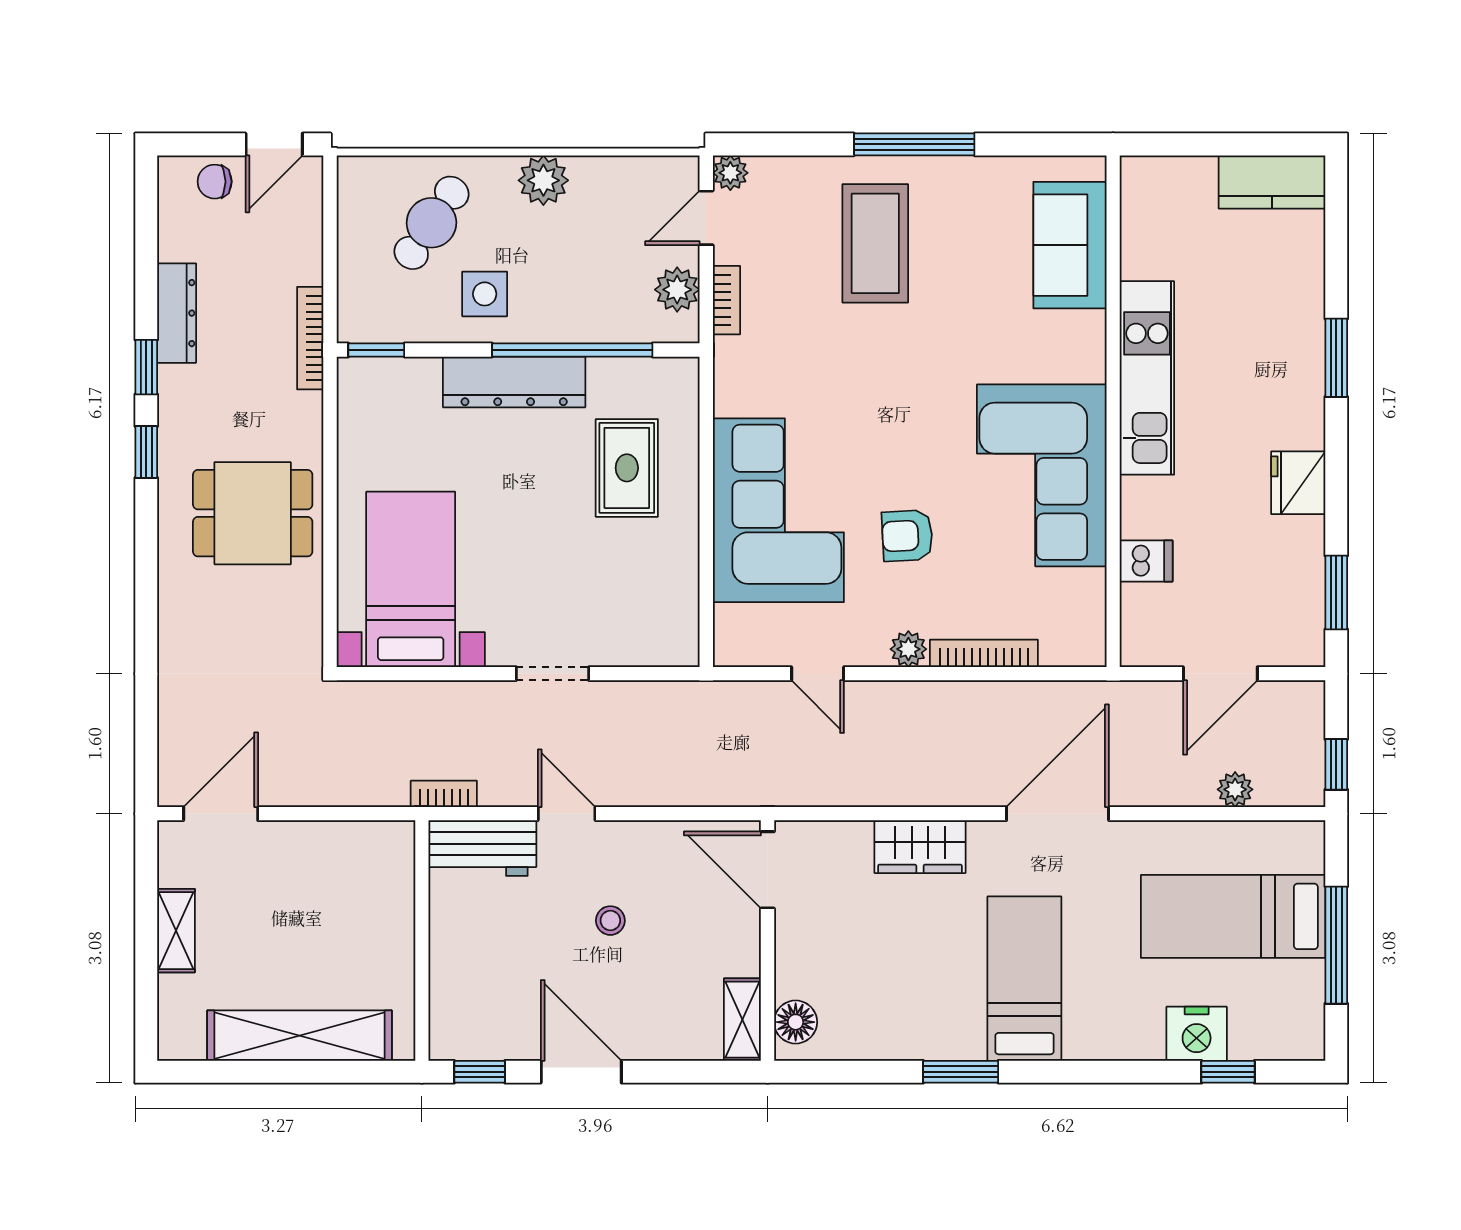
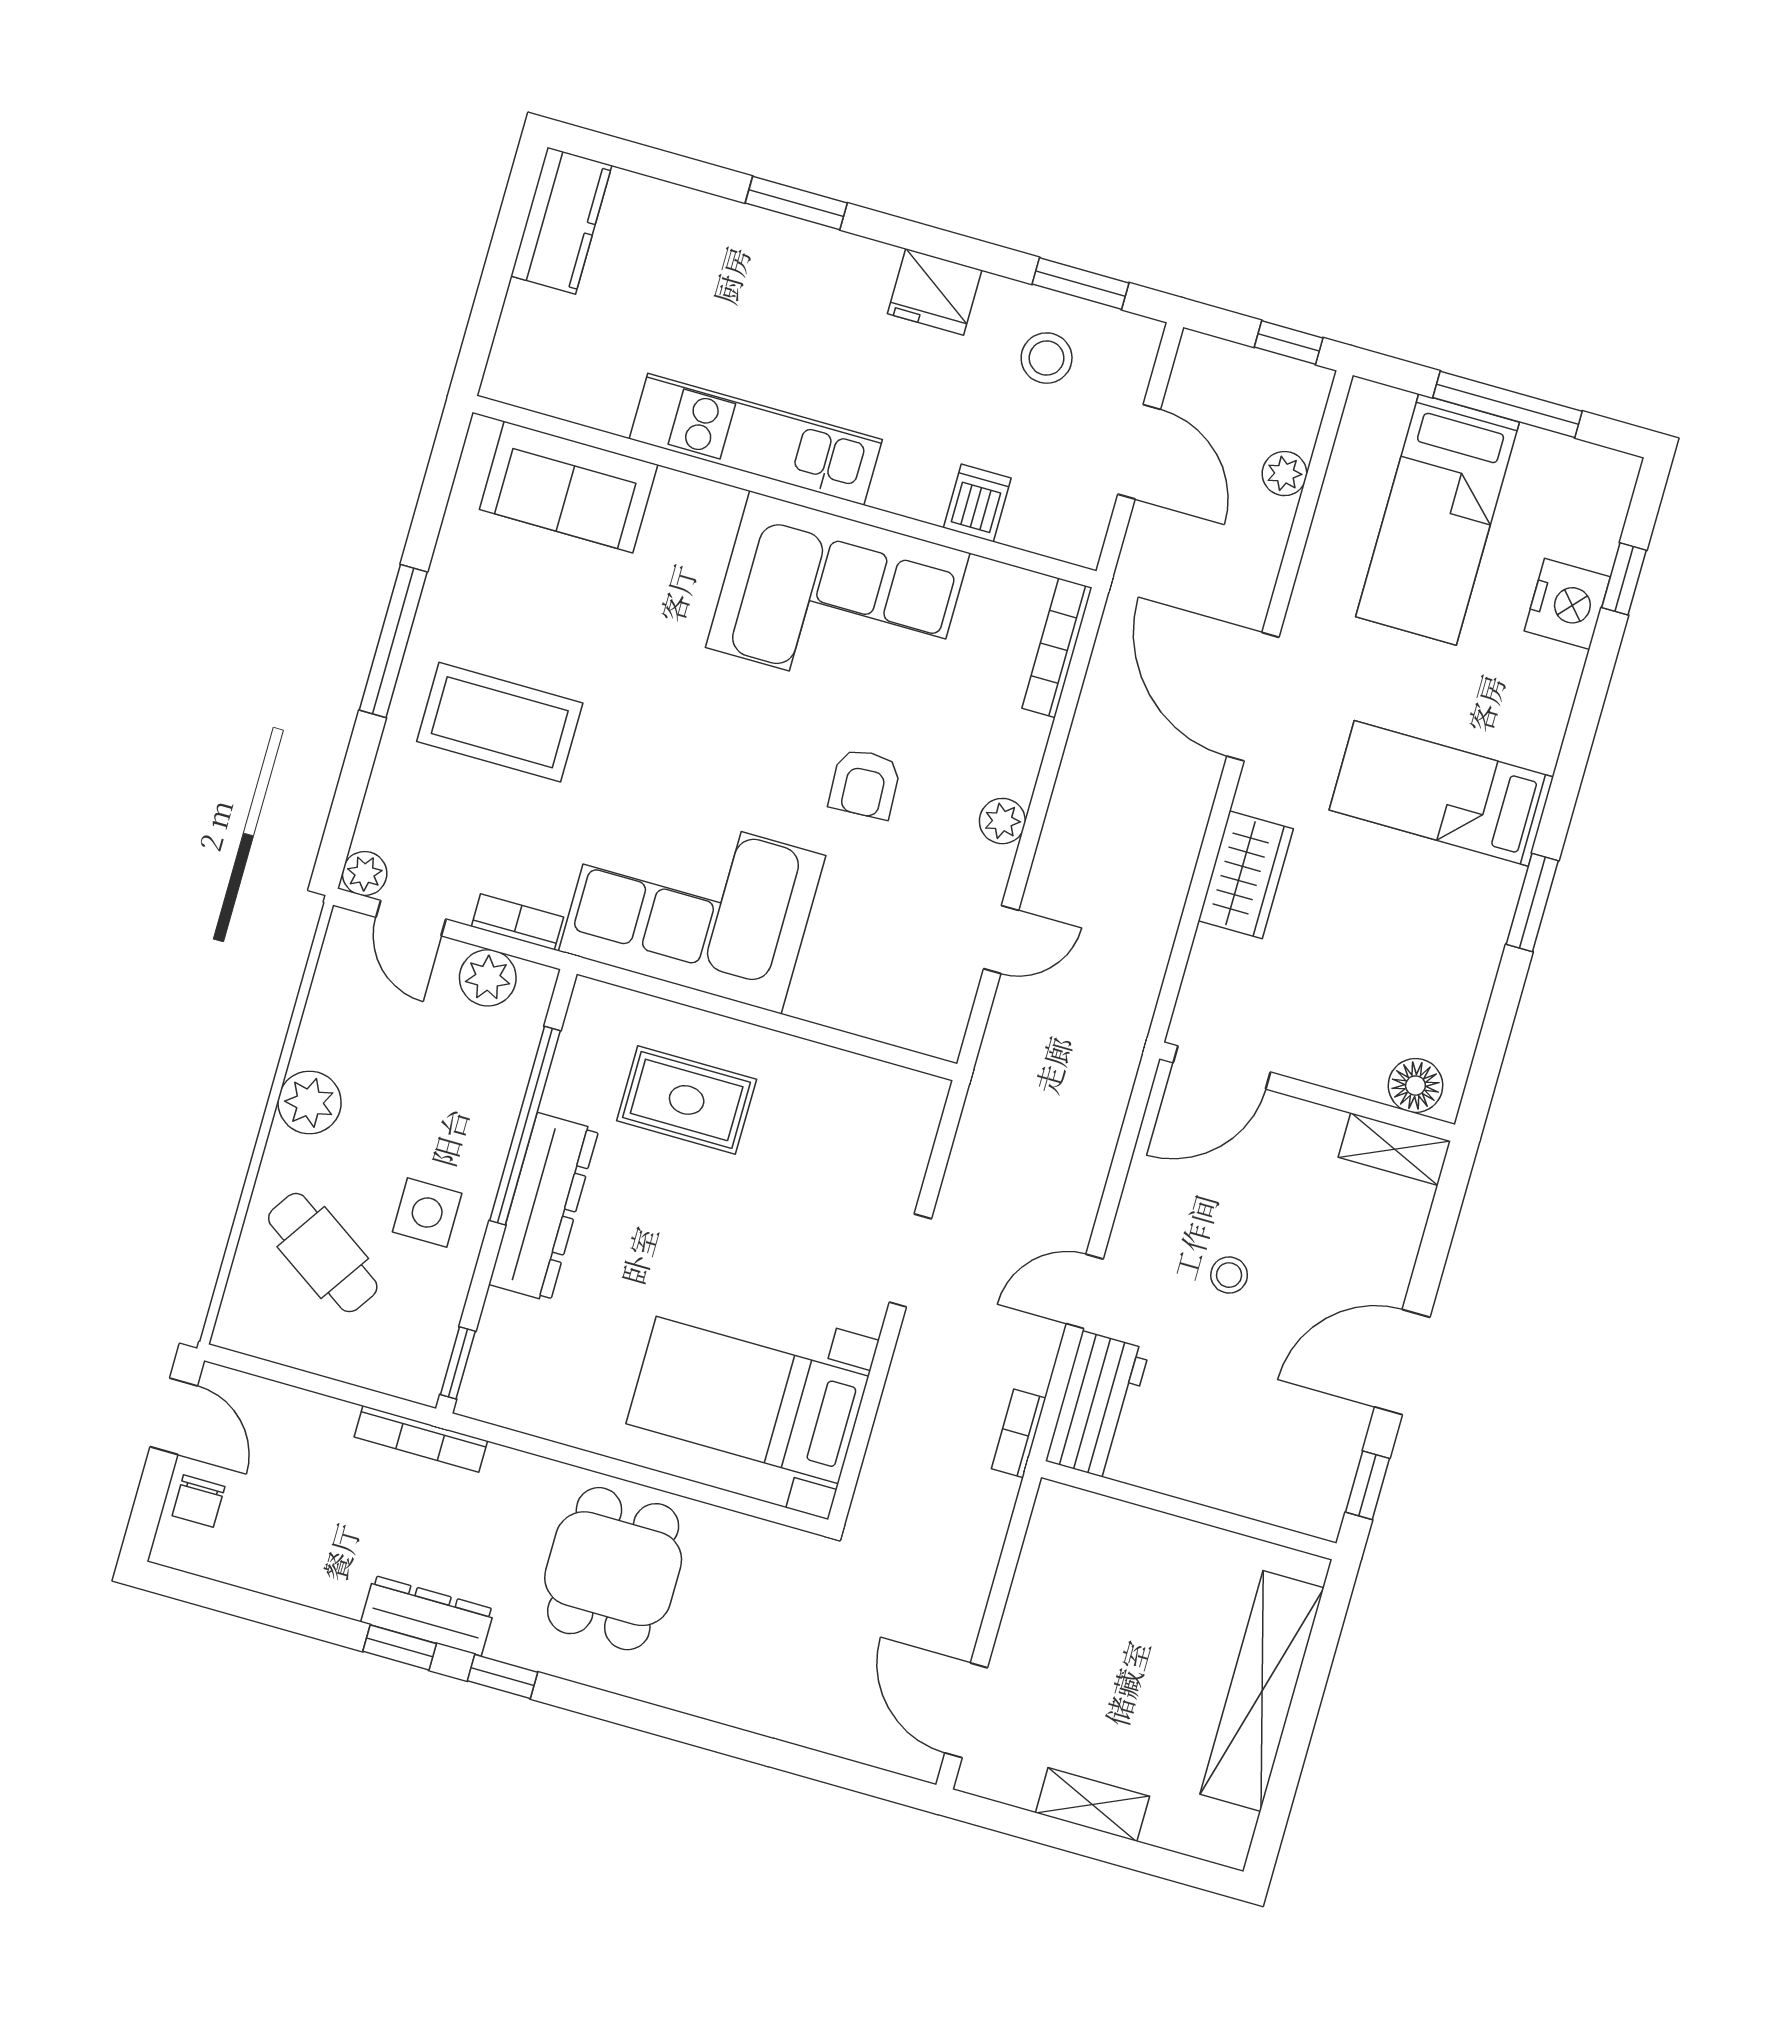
dresser: (177, 313) -> (428, 1616), moved
corner sofa: (778, 510) -> (692, 903), moved
stool: (1272, 583) -> (1047, 358), added
bookcase: (984, 653) -> (1057, 648), moved

